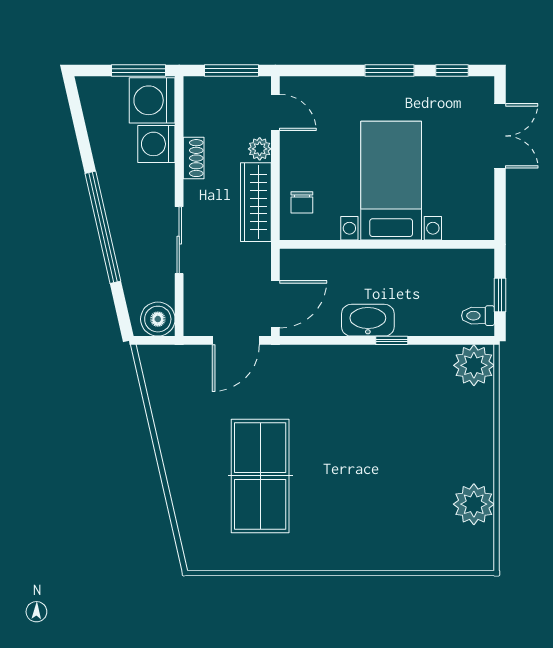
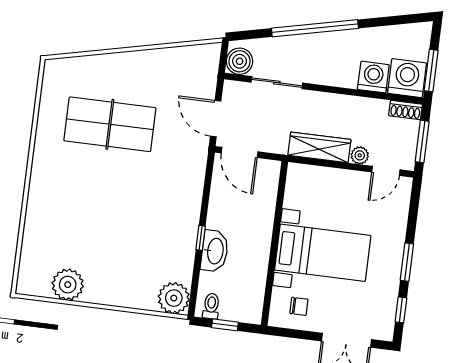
shoe rack: (194, 158) -> (406, 110), moved
chair: (302, 202) -> (299, 306), moved, turned 180
sliding door: (179, 240) -> (277, 83), moved
washbasin: (368, 320) -> (215, 251), moved

